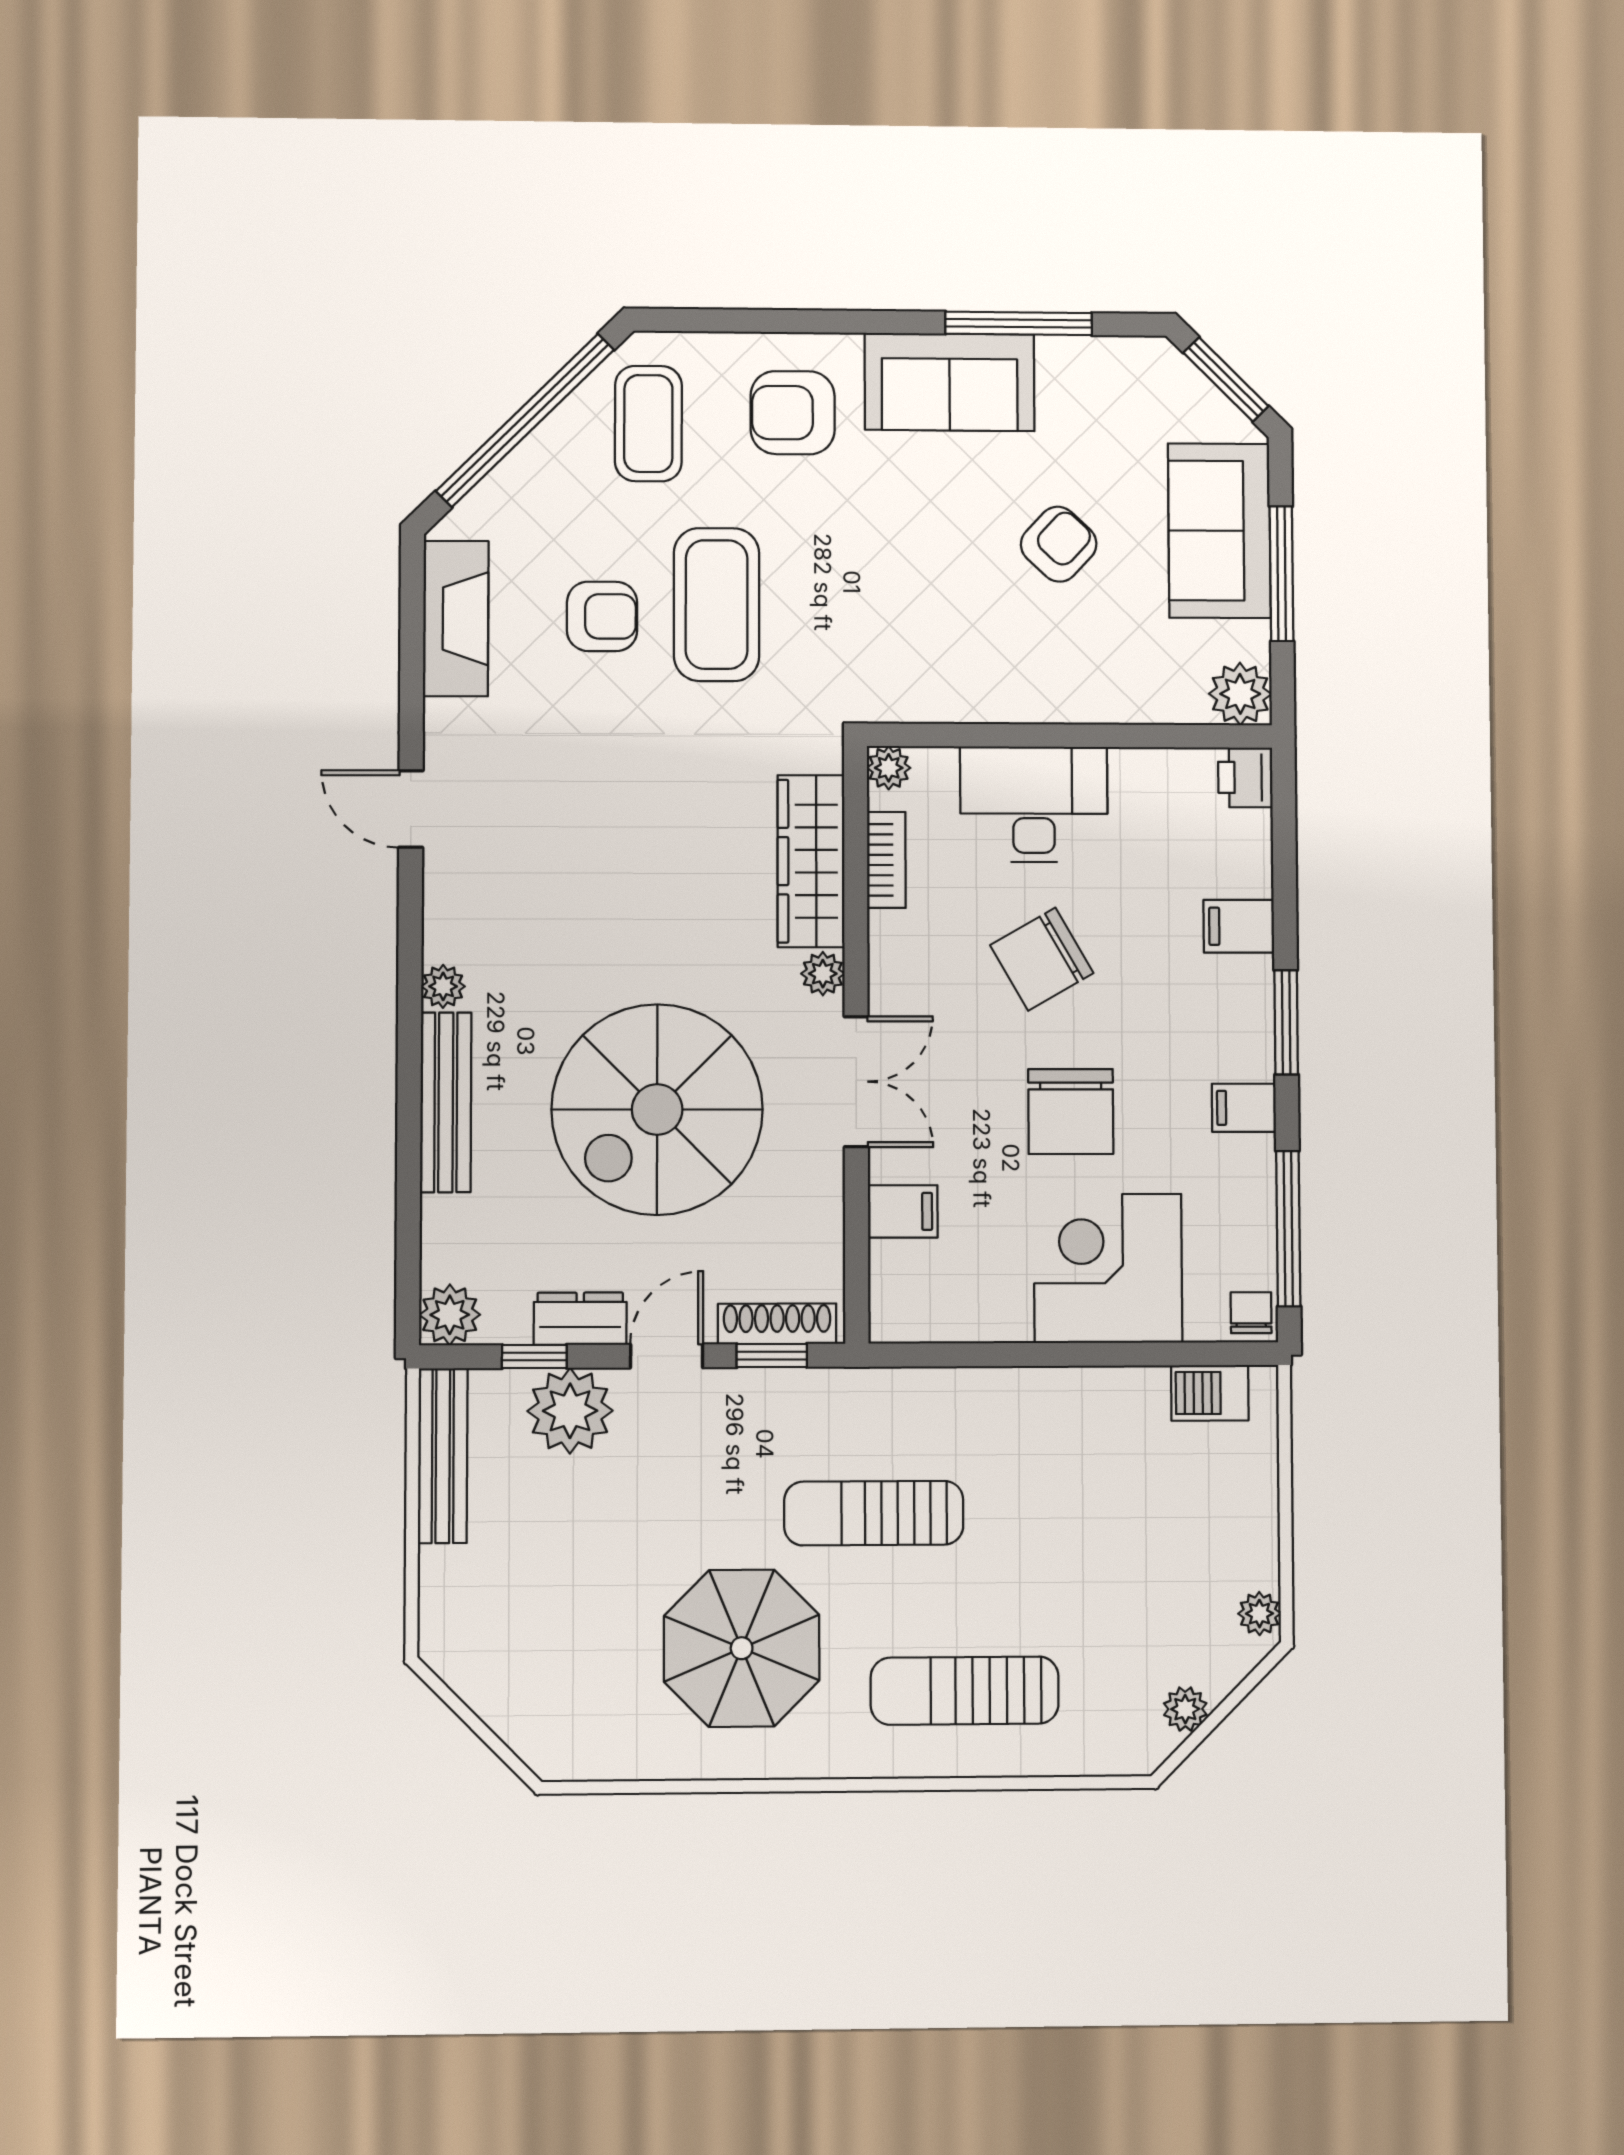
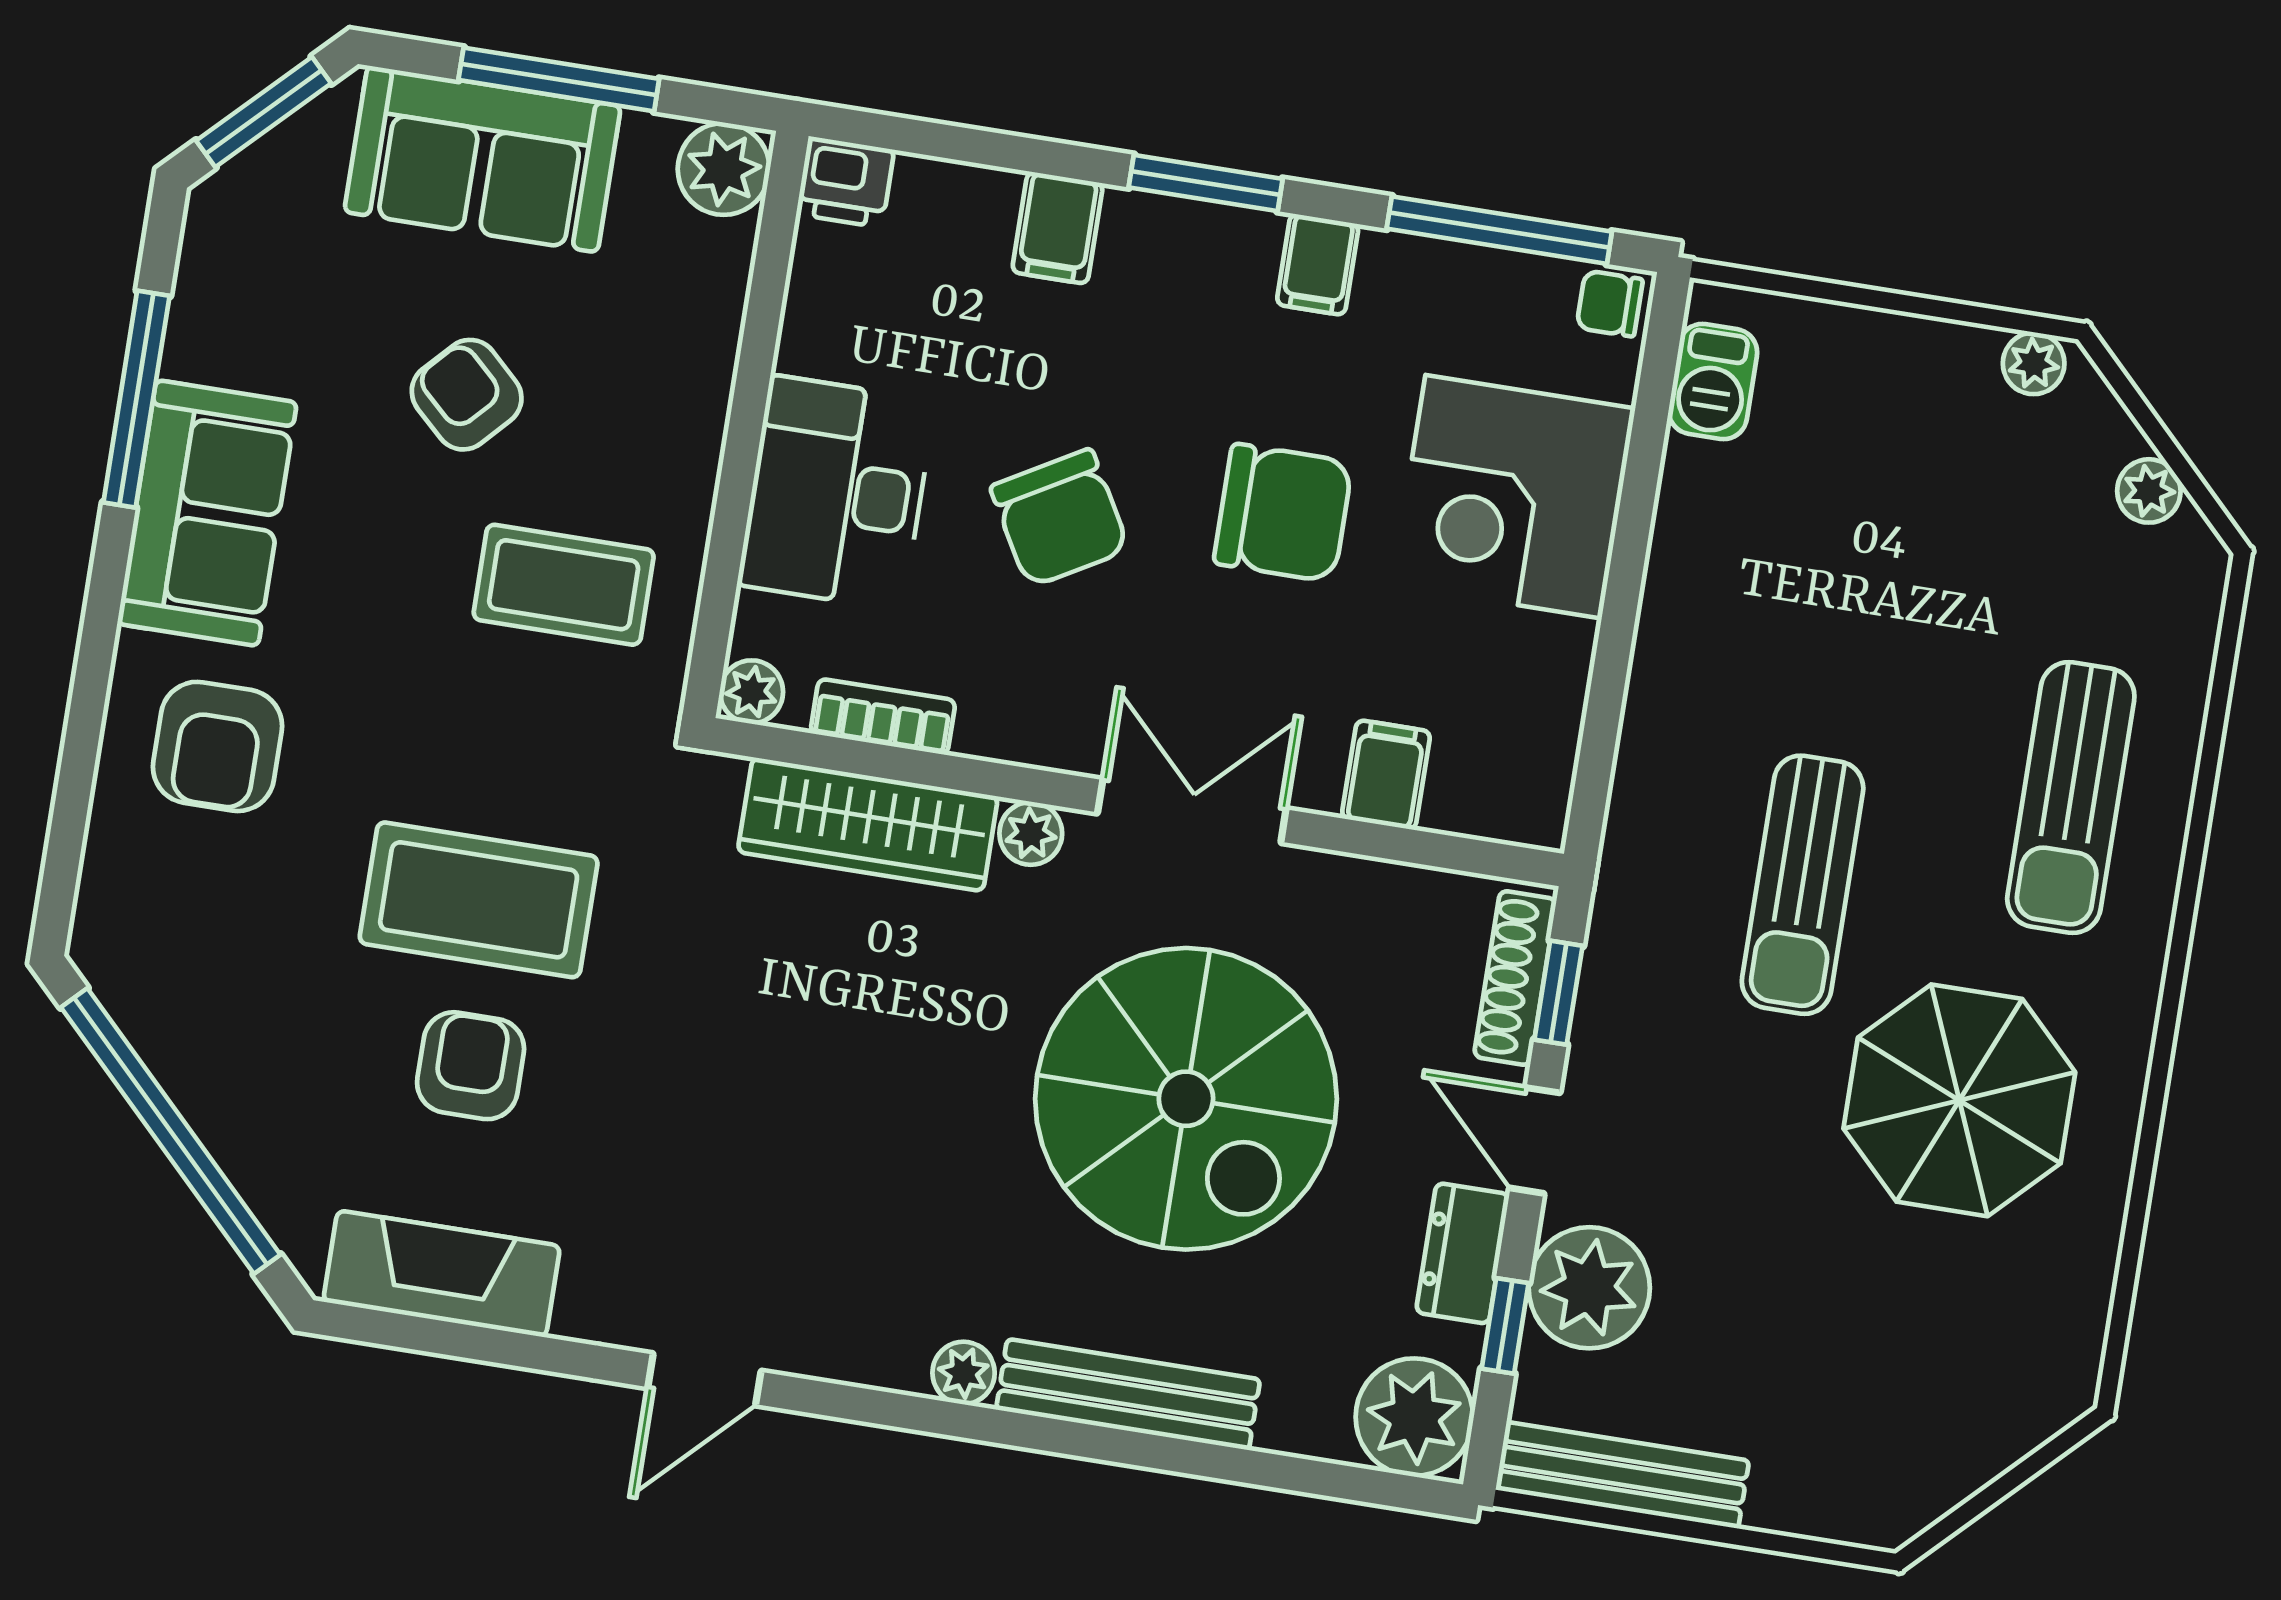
coffee table: (648, 424) -> (564, 585), moved
plant: (450, 1315) -> (1414, 1417), width x1.36, depth x1.36

